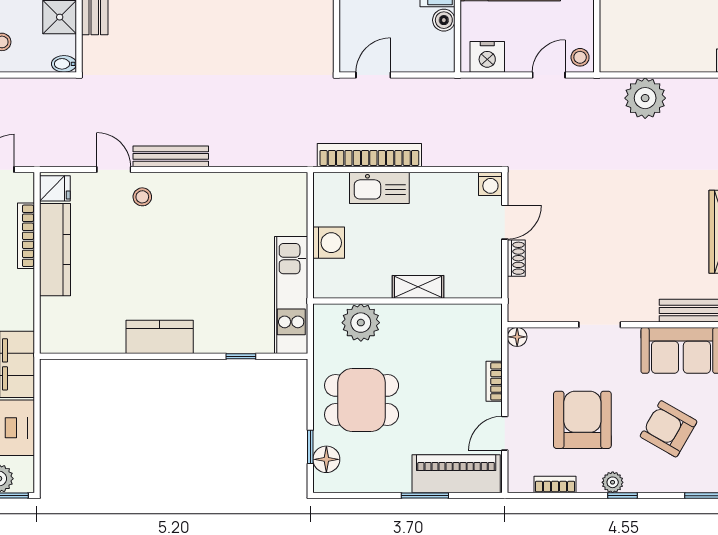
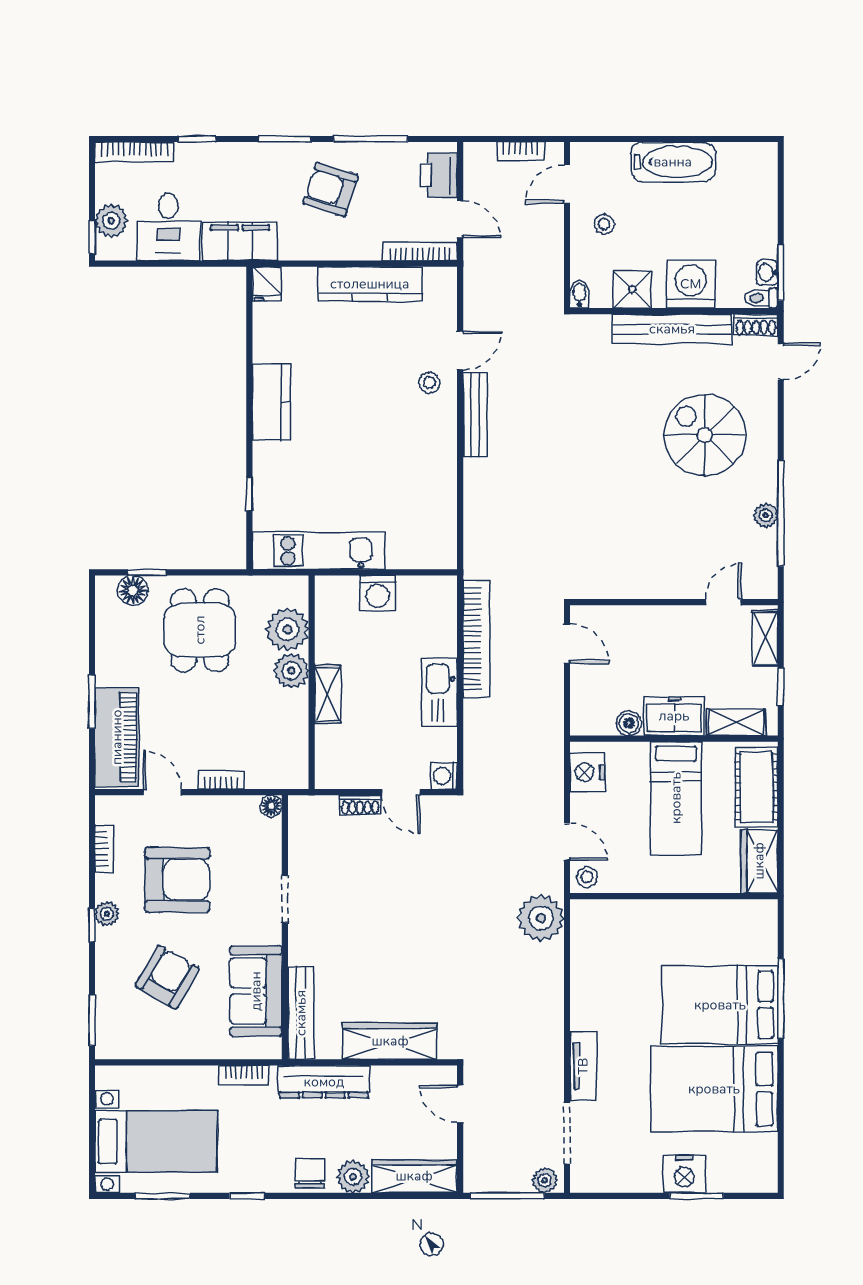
plant: (645, 98) -> (541, 918), moved
fridge: (55, 188) -> (267, 284), moved
kitchen sink: (379, 188) -> (439, 692), moved
bookcase: (26, 236) -> (420, 251), moved
plant: (397, 319) -> (291, 671), added

